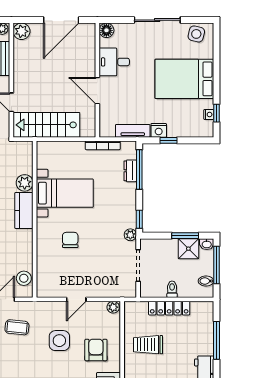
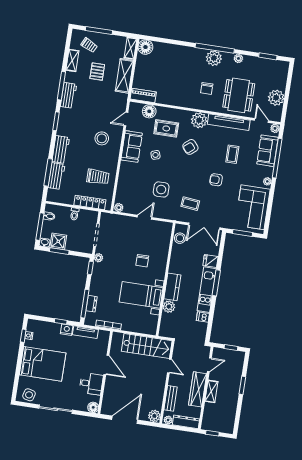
locker: (169, 308) -> (90, 202), moved
workbench: (205, 337) -> (56, 176), added
armchair: (96, 350) -> (136, 179), removed

